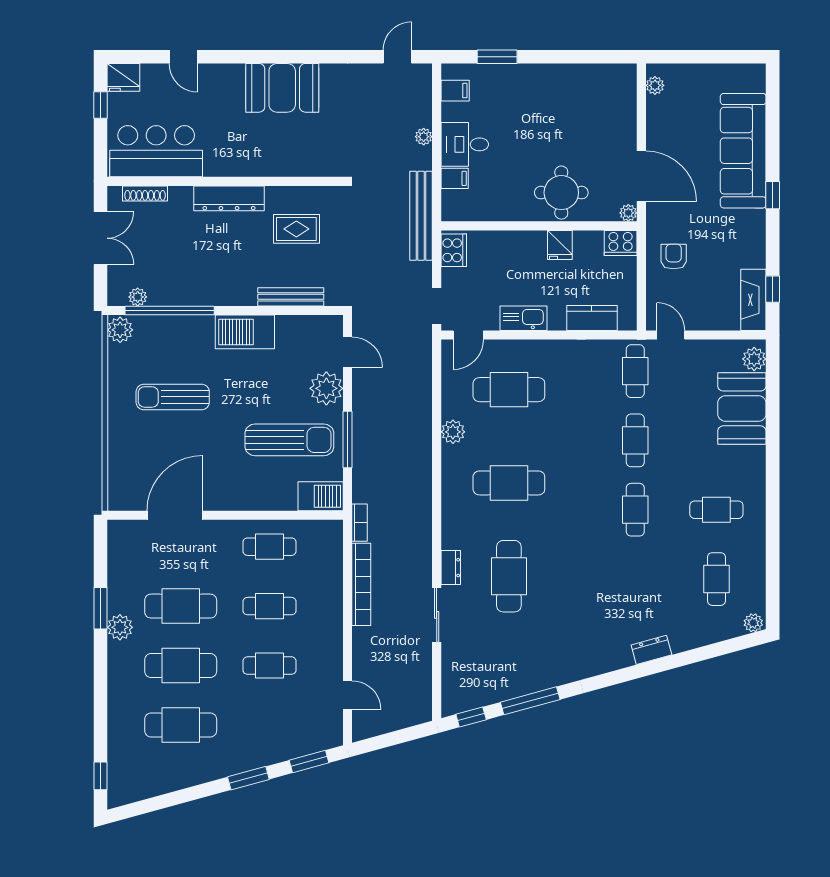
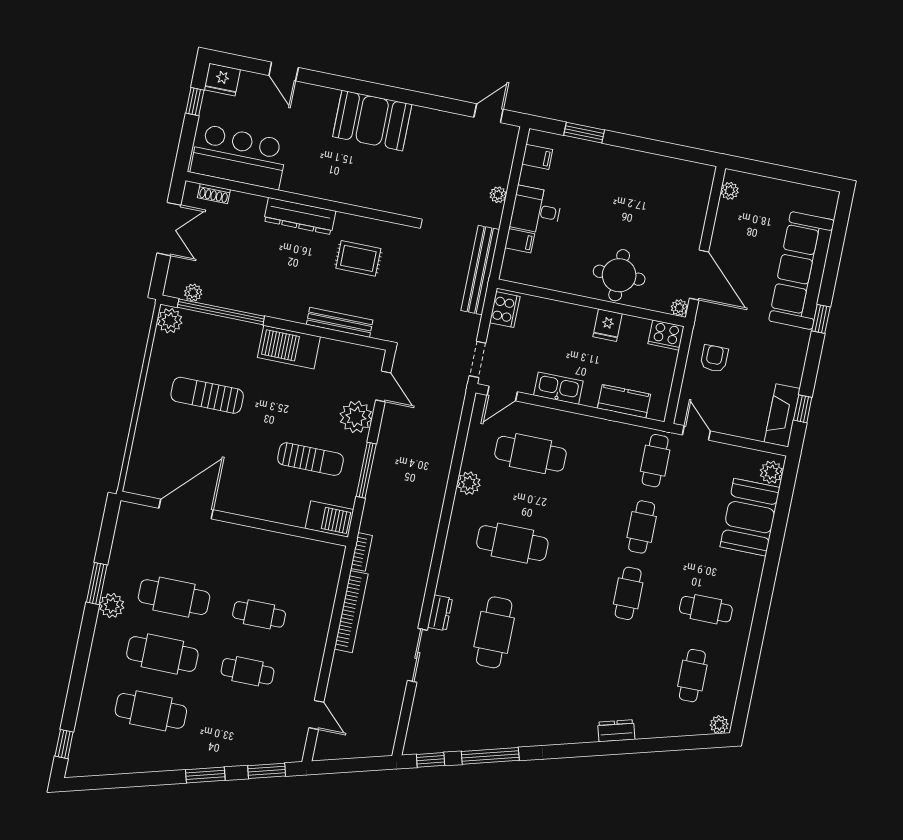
shoe rack: (145, 193) -> (214, 194), width x0.70
sun lounger: (289, 440) -> (310, 459), width x0.73, depth x0.75
cafe table: (270, 547) -> (271, 557), removed

